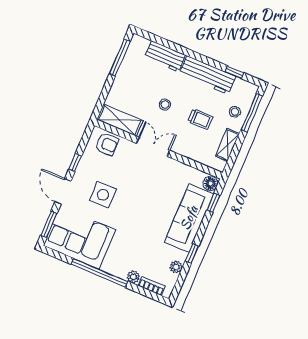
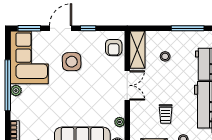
stool: (165, 104) -> (165, 56), moved
plant: (188, 171) -> (120, 122), added
plant: (133, 277) -> (16, 91), moved

